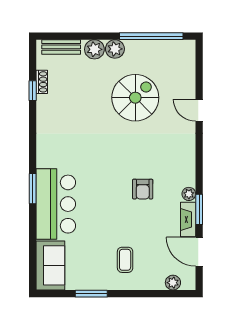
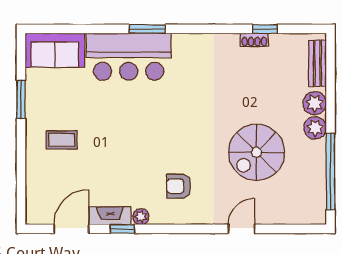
shoe rack: (42, 82) -> (254, 40), moved
spiral stairs: (135, 98) -> (256, 152), turned 90
armchair: (143, 189) -> (179, 186), moved
window: (199, 209) -> (122, 229), width x0.67
plant: (173, 283) -> (34, 198), removed

